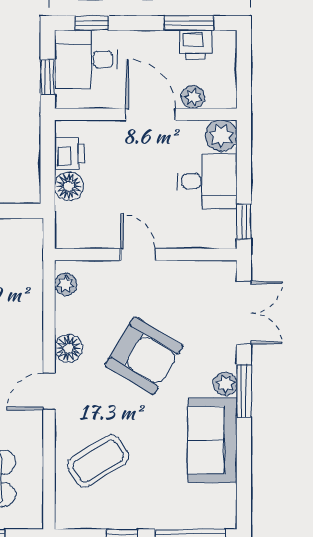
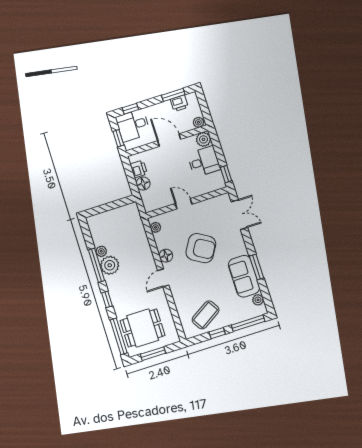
plant: (193, 97) -> (198, 122), moved
plant: (225, 384) -> (258, 300), moved
window: (244, 391) -> (257, 267), moved
coffee table: (98, 461) -> (206, 315), moved

